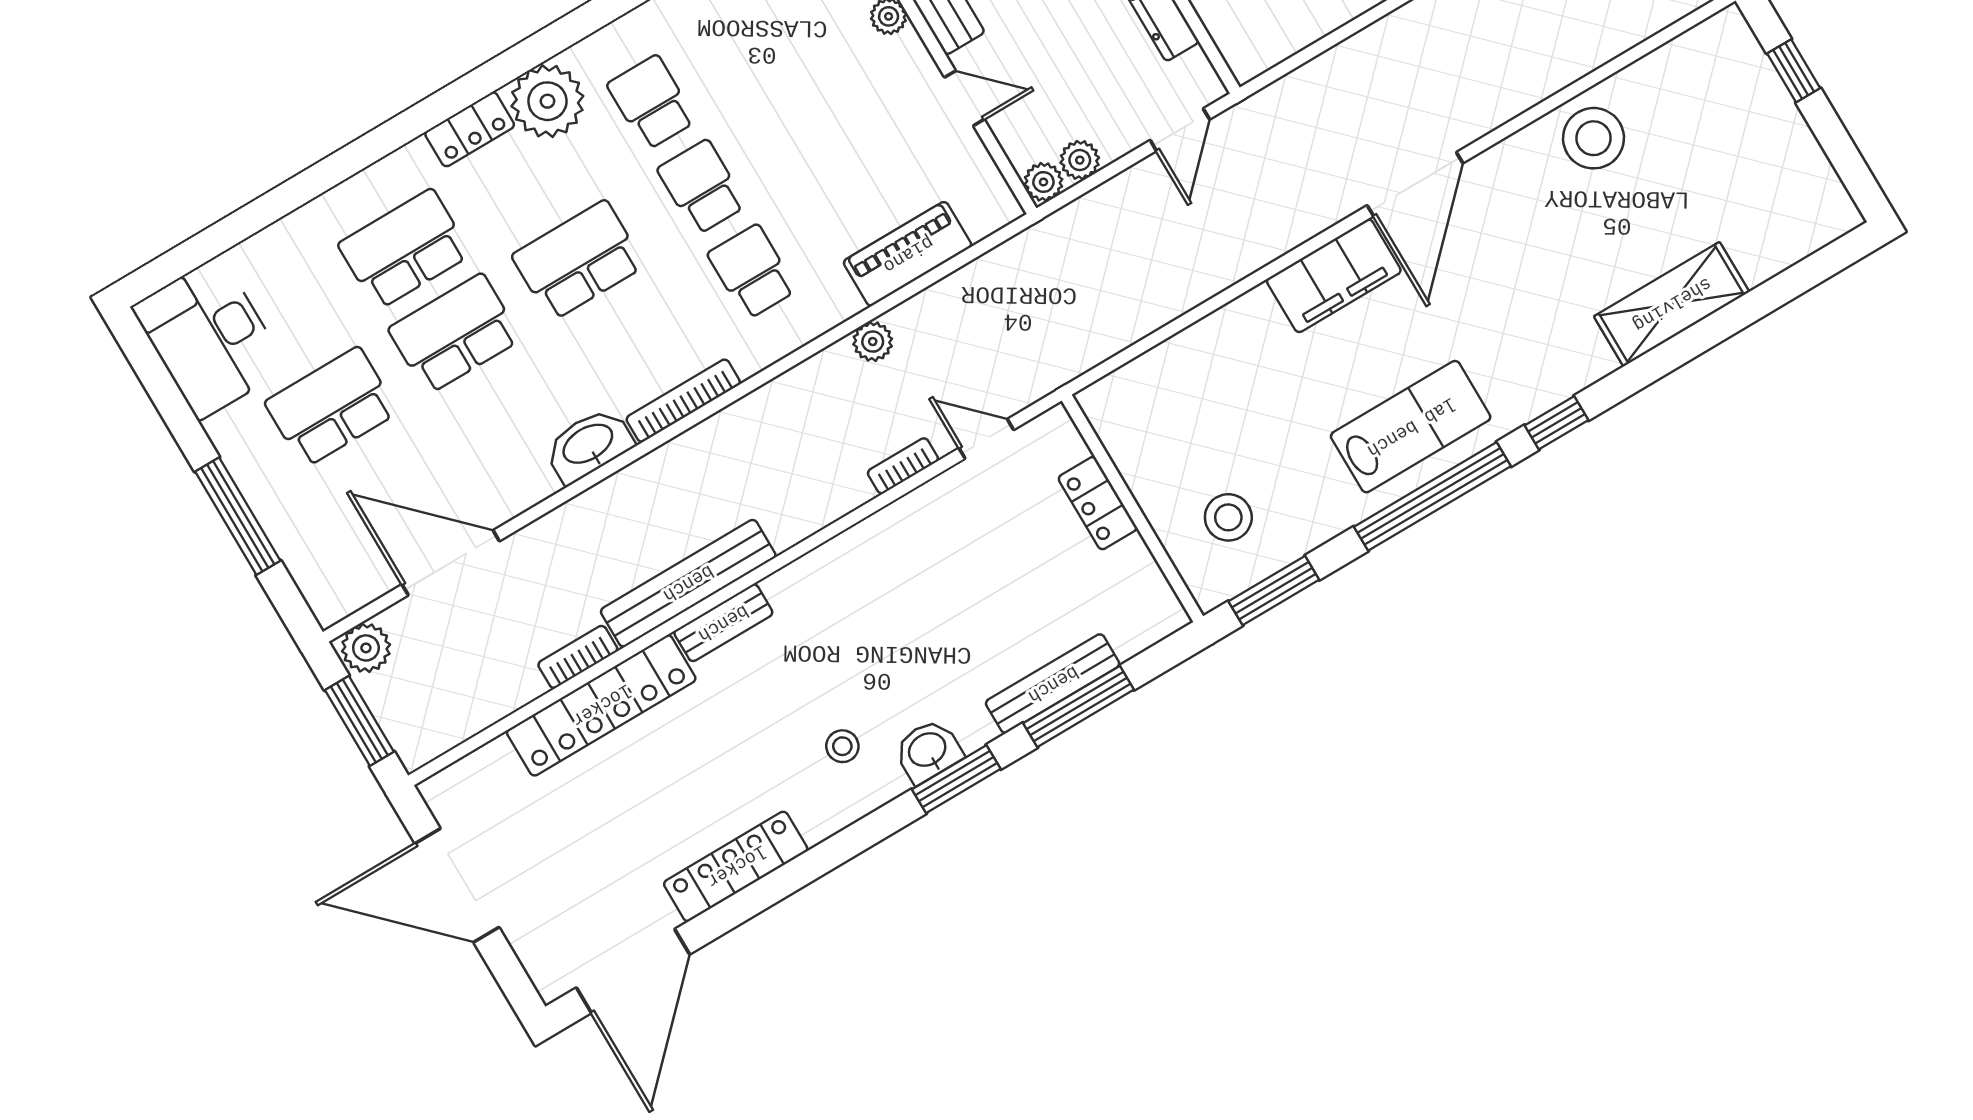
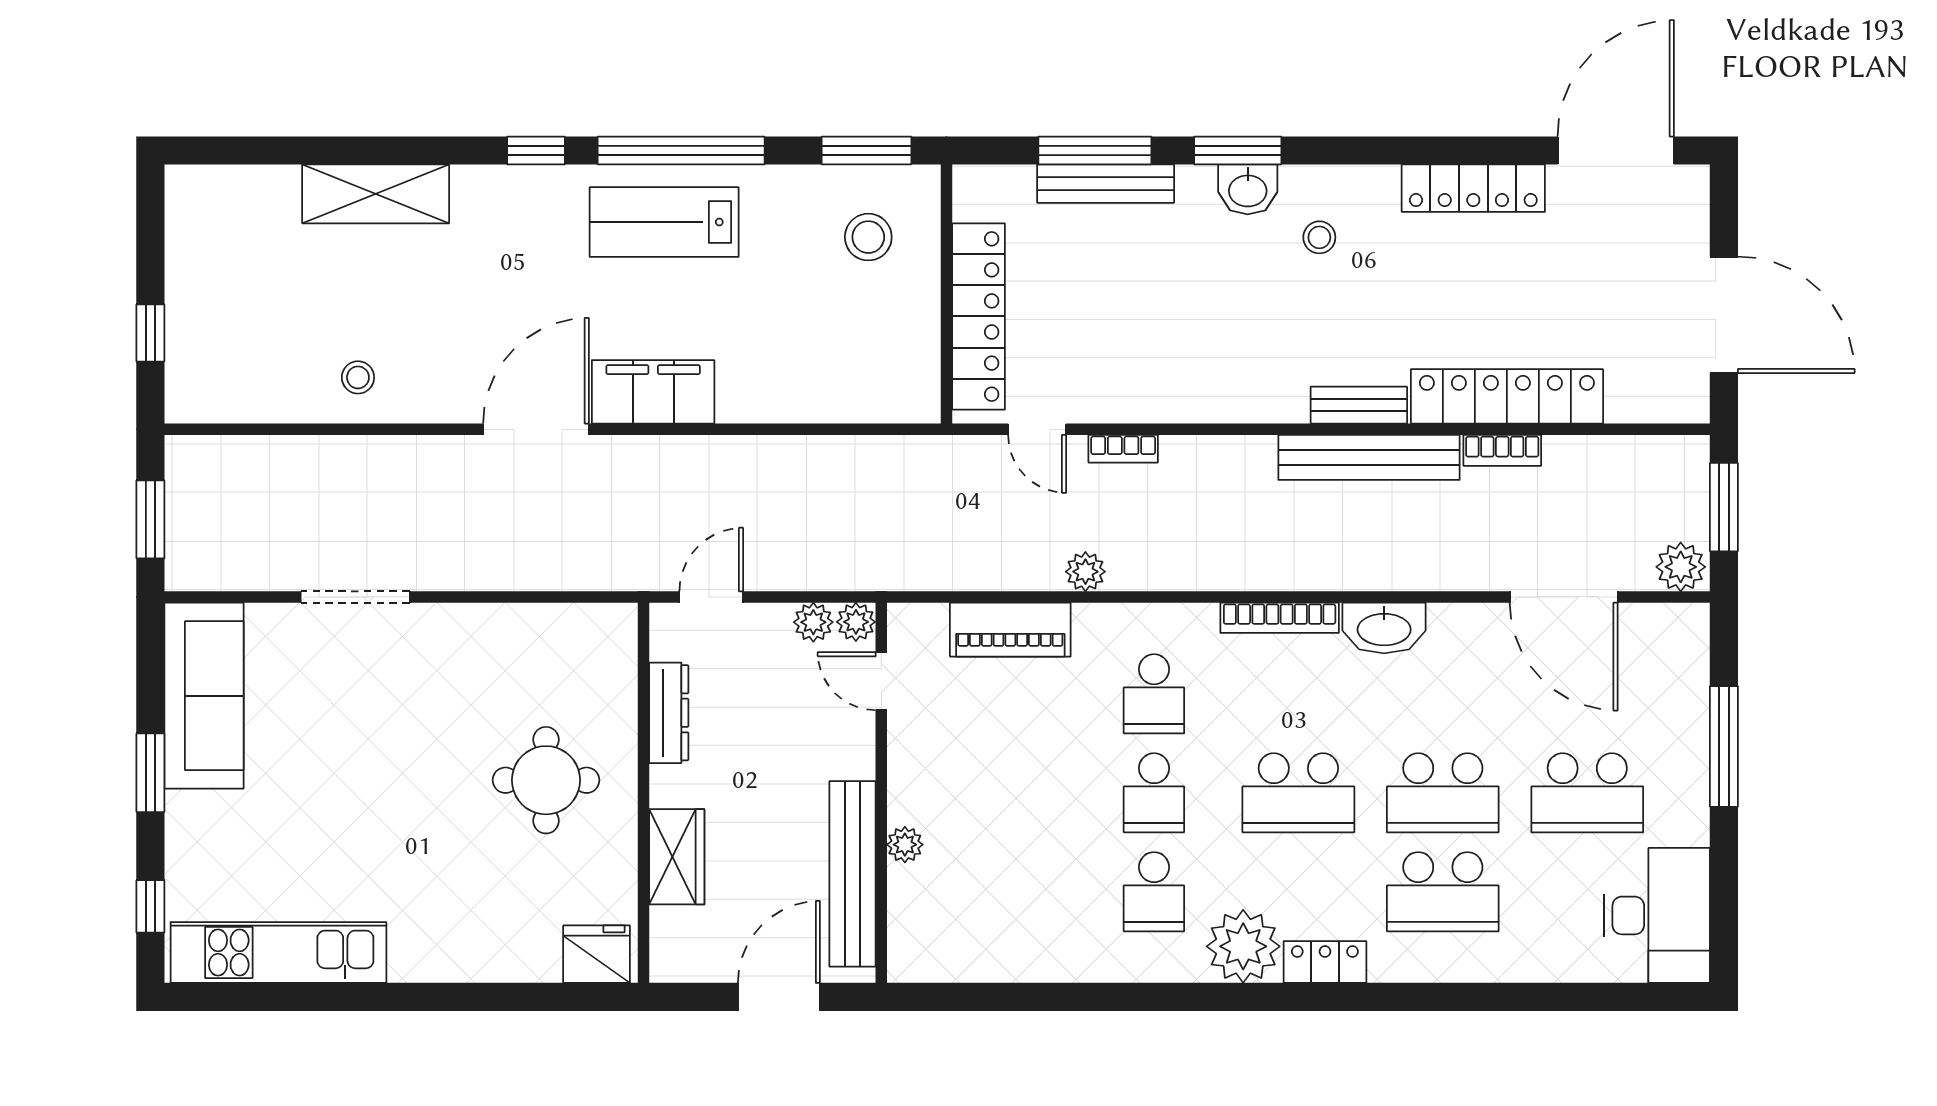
door: (964, 98) -> (881, 681), moved
stool: (1594, 138) -> (358, 377), width x0.53, depth x0.53
locker: (1098, 503) -> (978, 316), width x2.16, depth x1.21

